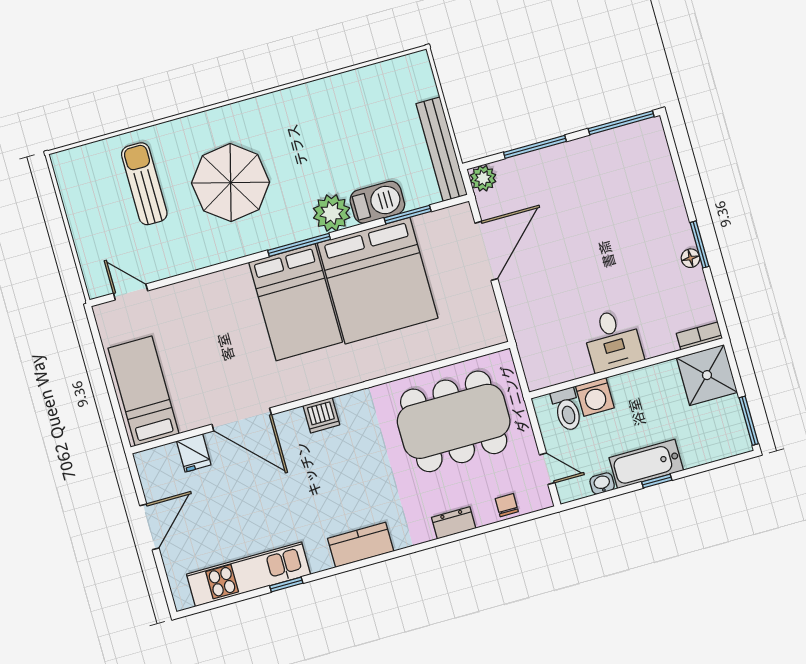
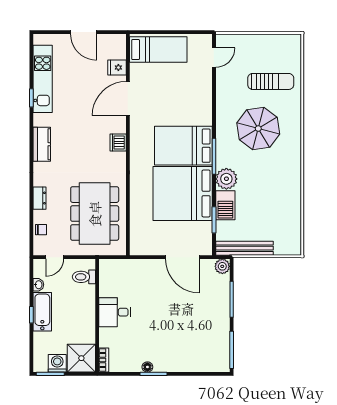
washing machine: (595, 397) -> (57, 363), moved, turned 90

